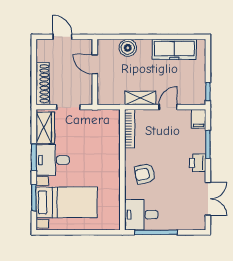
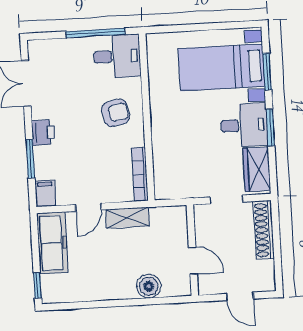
freezer: (174, 49) -> (52, 243), moved, turned 90
window: (208, 92) -> (37, 285), moved

